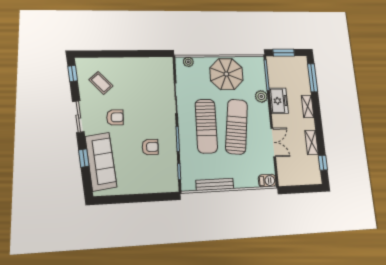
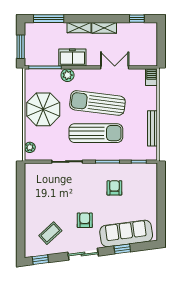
shelving: (312, 142) -> (104, 28), moved

